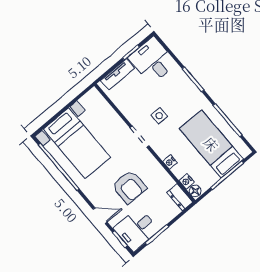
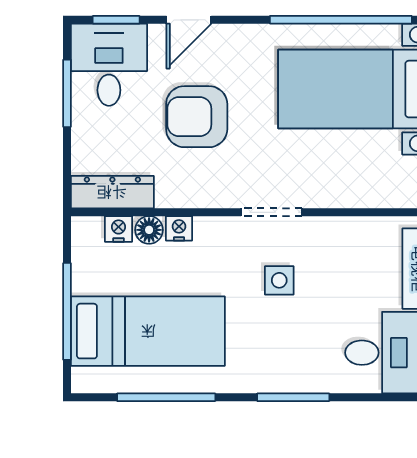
floor lamp: (195, 191) -> (149, 230), moved
dresser: (180, 197) -> (112, 192), width x1.44

